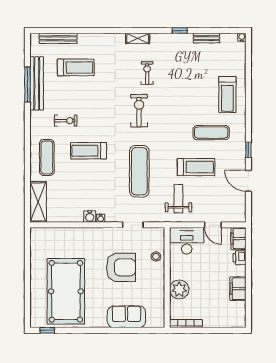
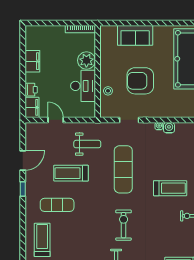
exercise bike: (139, 111) -> (124, 225), turned 180
door: (248, 181) -> (23, 161), hinge flipped
weight bench: (178, 199) -> (87, 144), turned -90
desk: (187, 241) -> (83, 86), moved, turned -90

